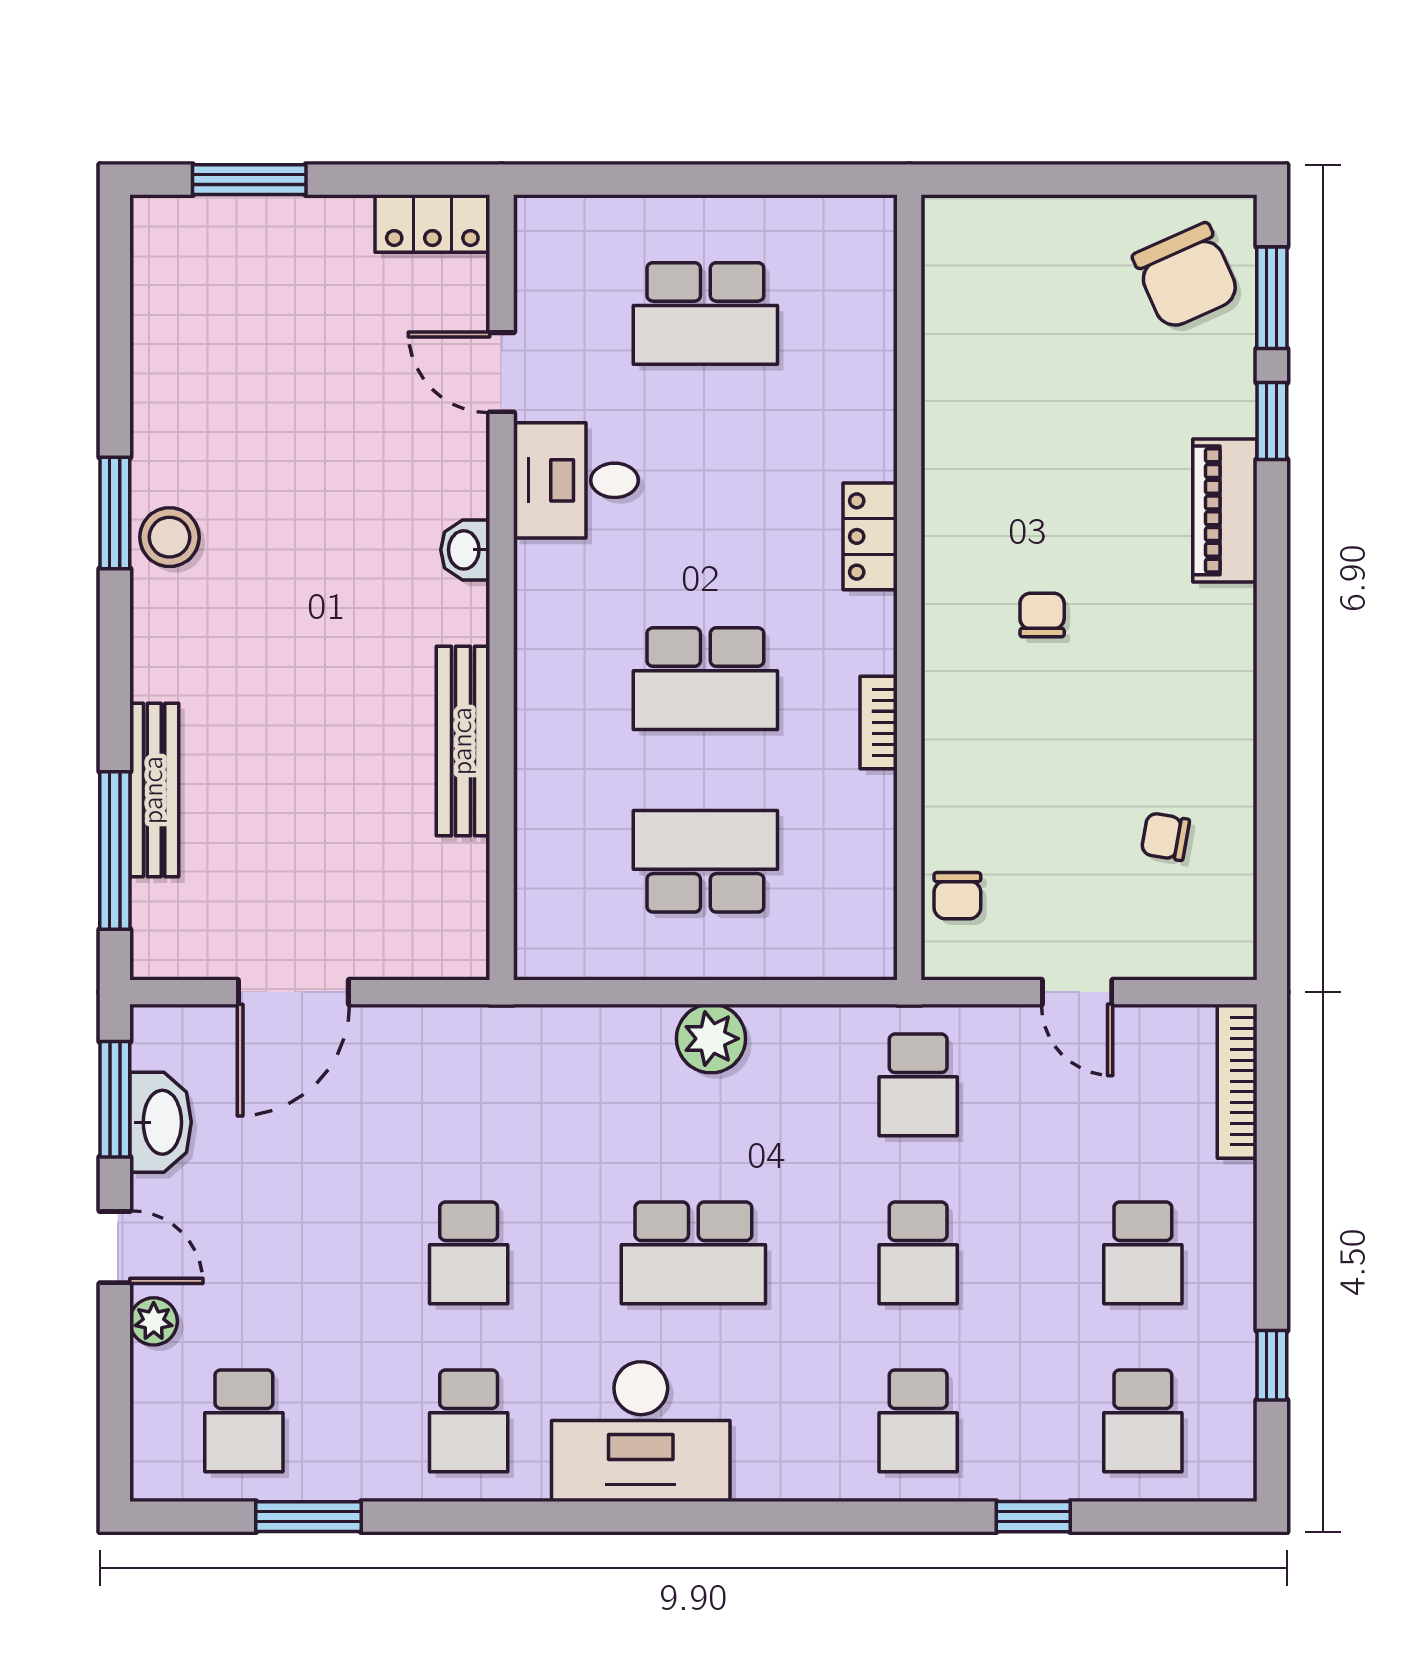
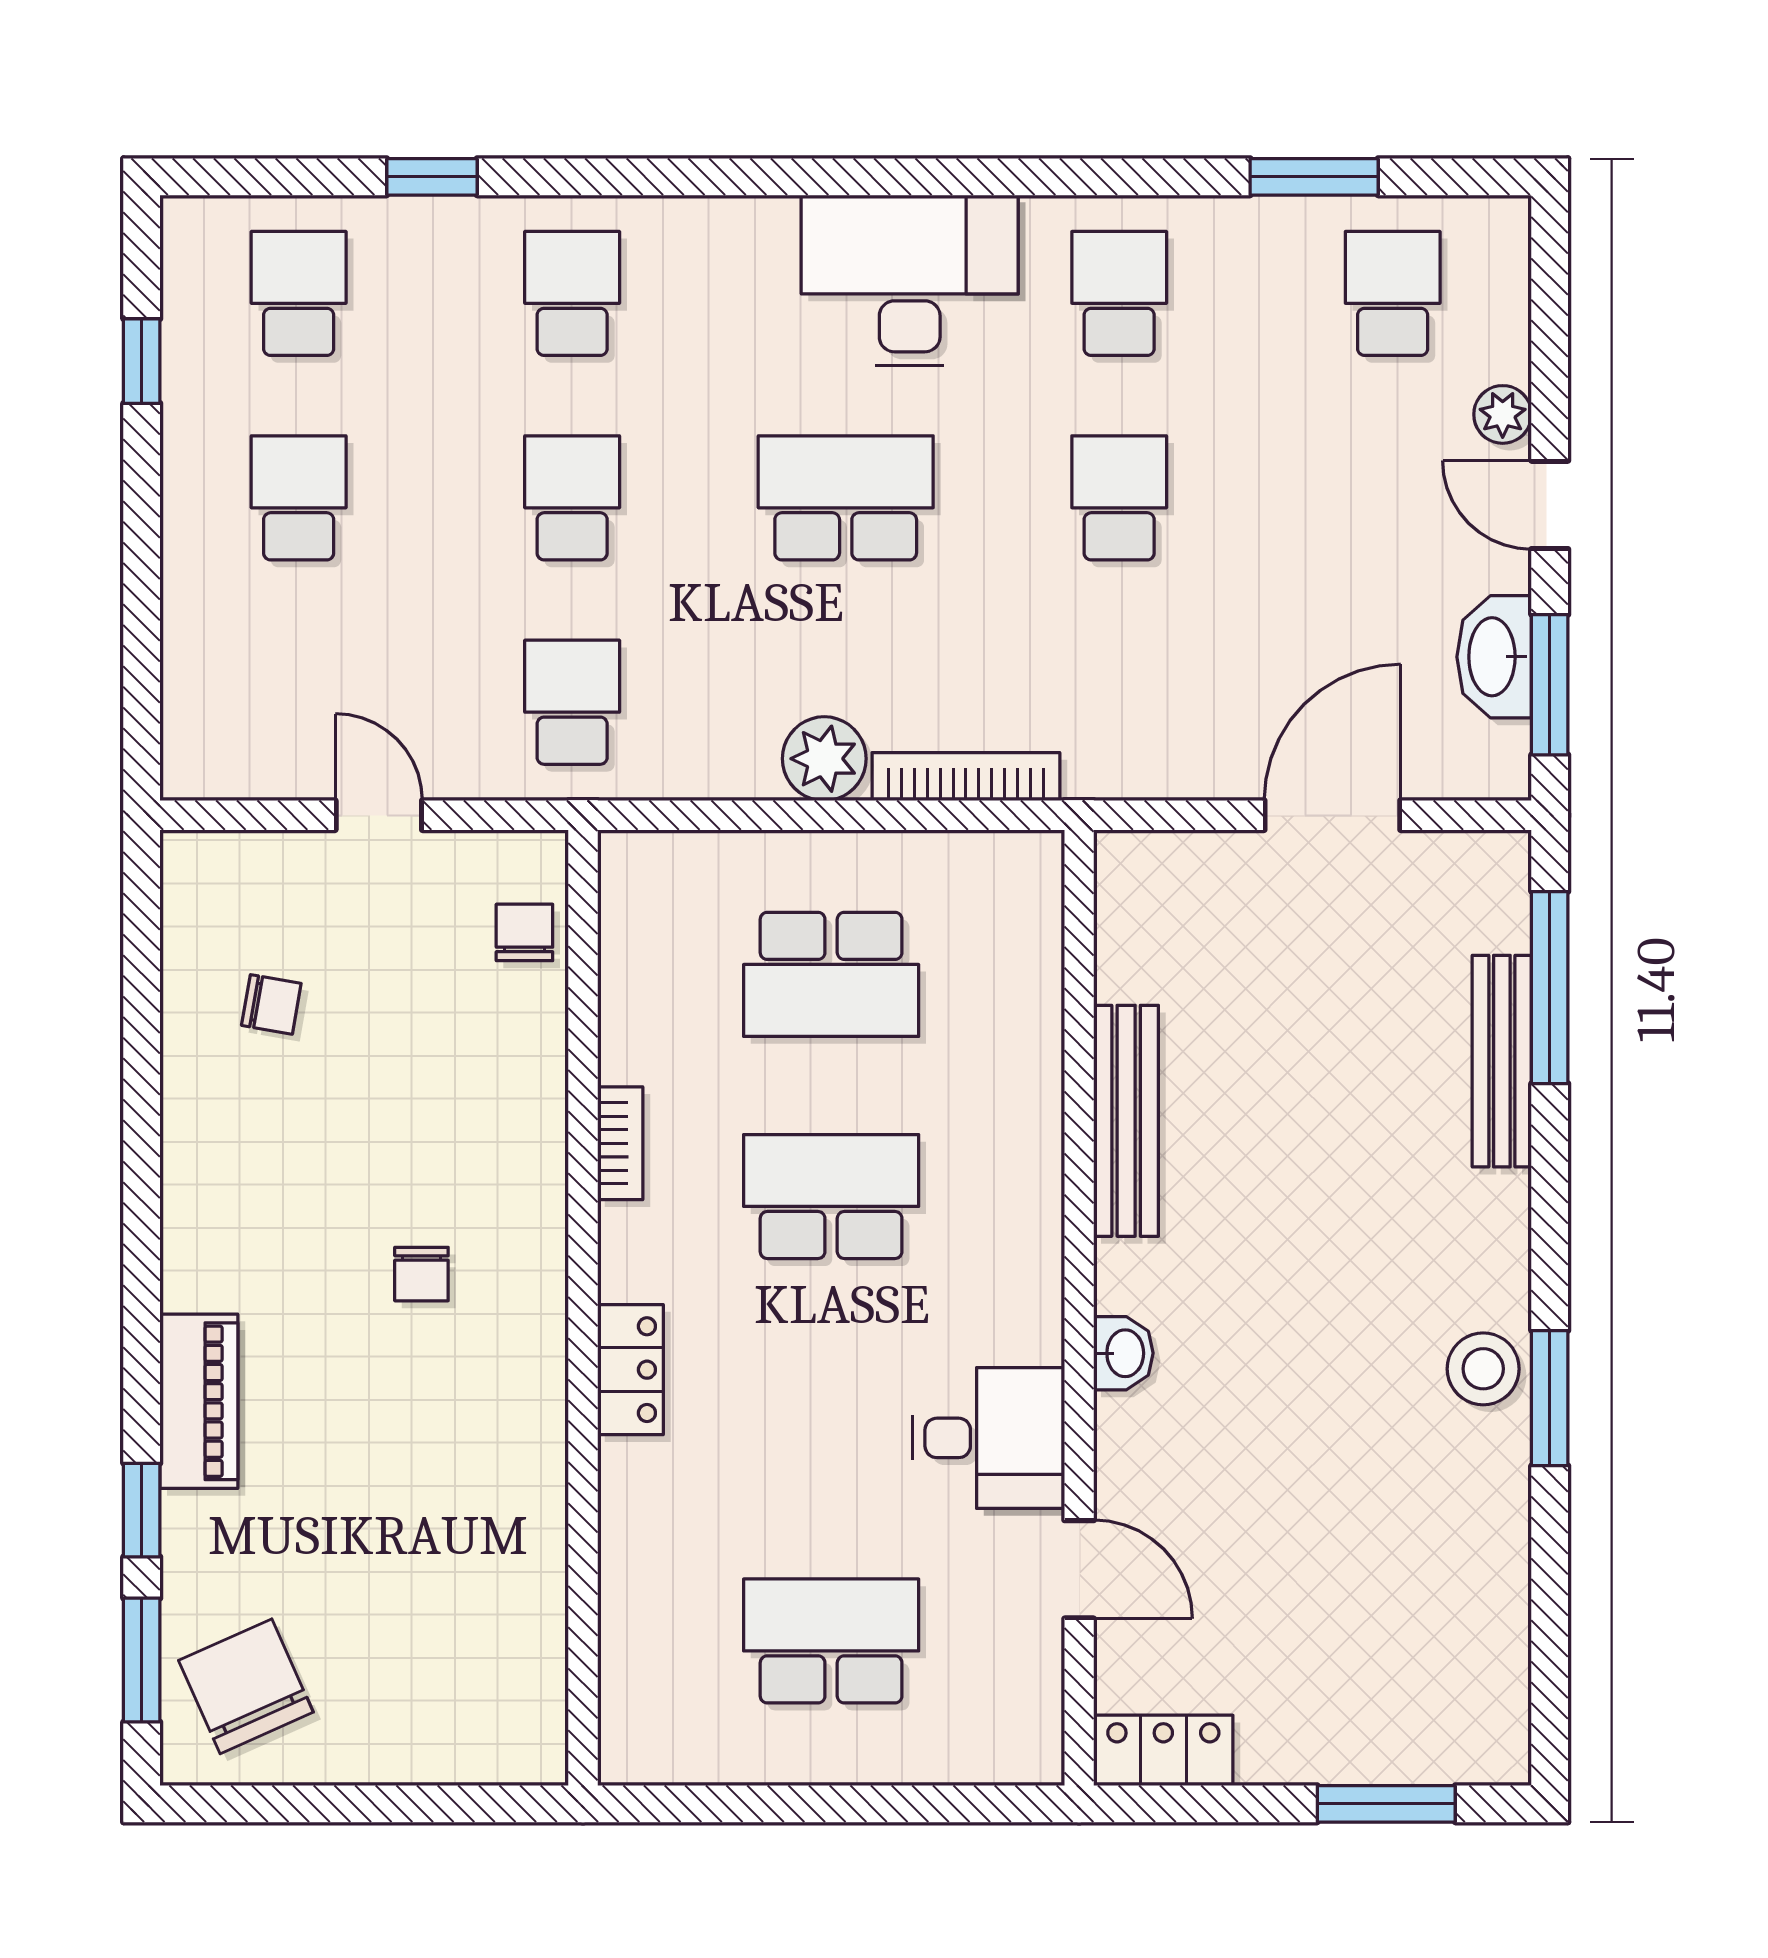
bookcase: (1237, 1081) -> (966, 777), moved, turned -90

